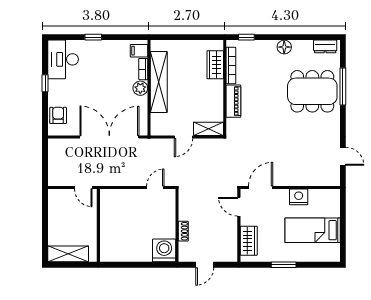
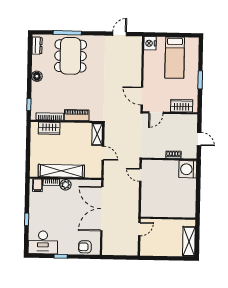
nightstand: (299, 197) -> (150, 43), moved

